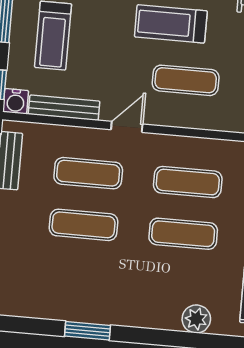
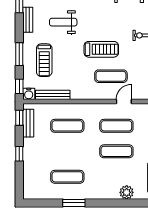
treadmill: (171, 24) -> (101, 49), turned 180
door: (127, 127) -> (124, 102), moved
exercise mat: (84, 225) -> (67, 177), moved

